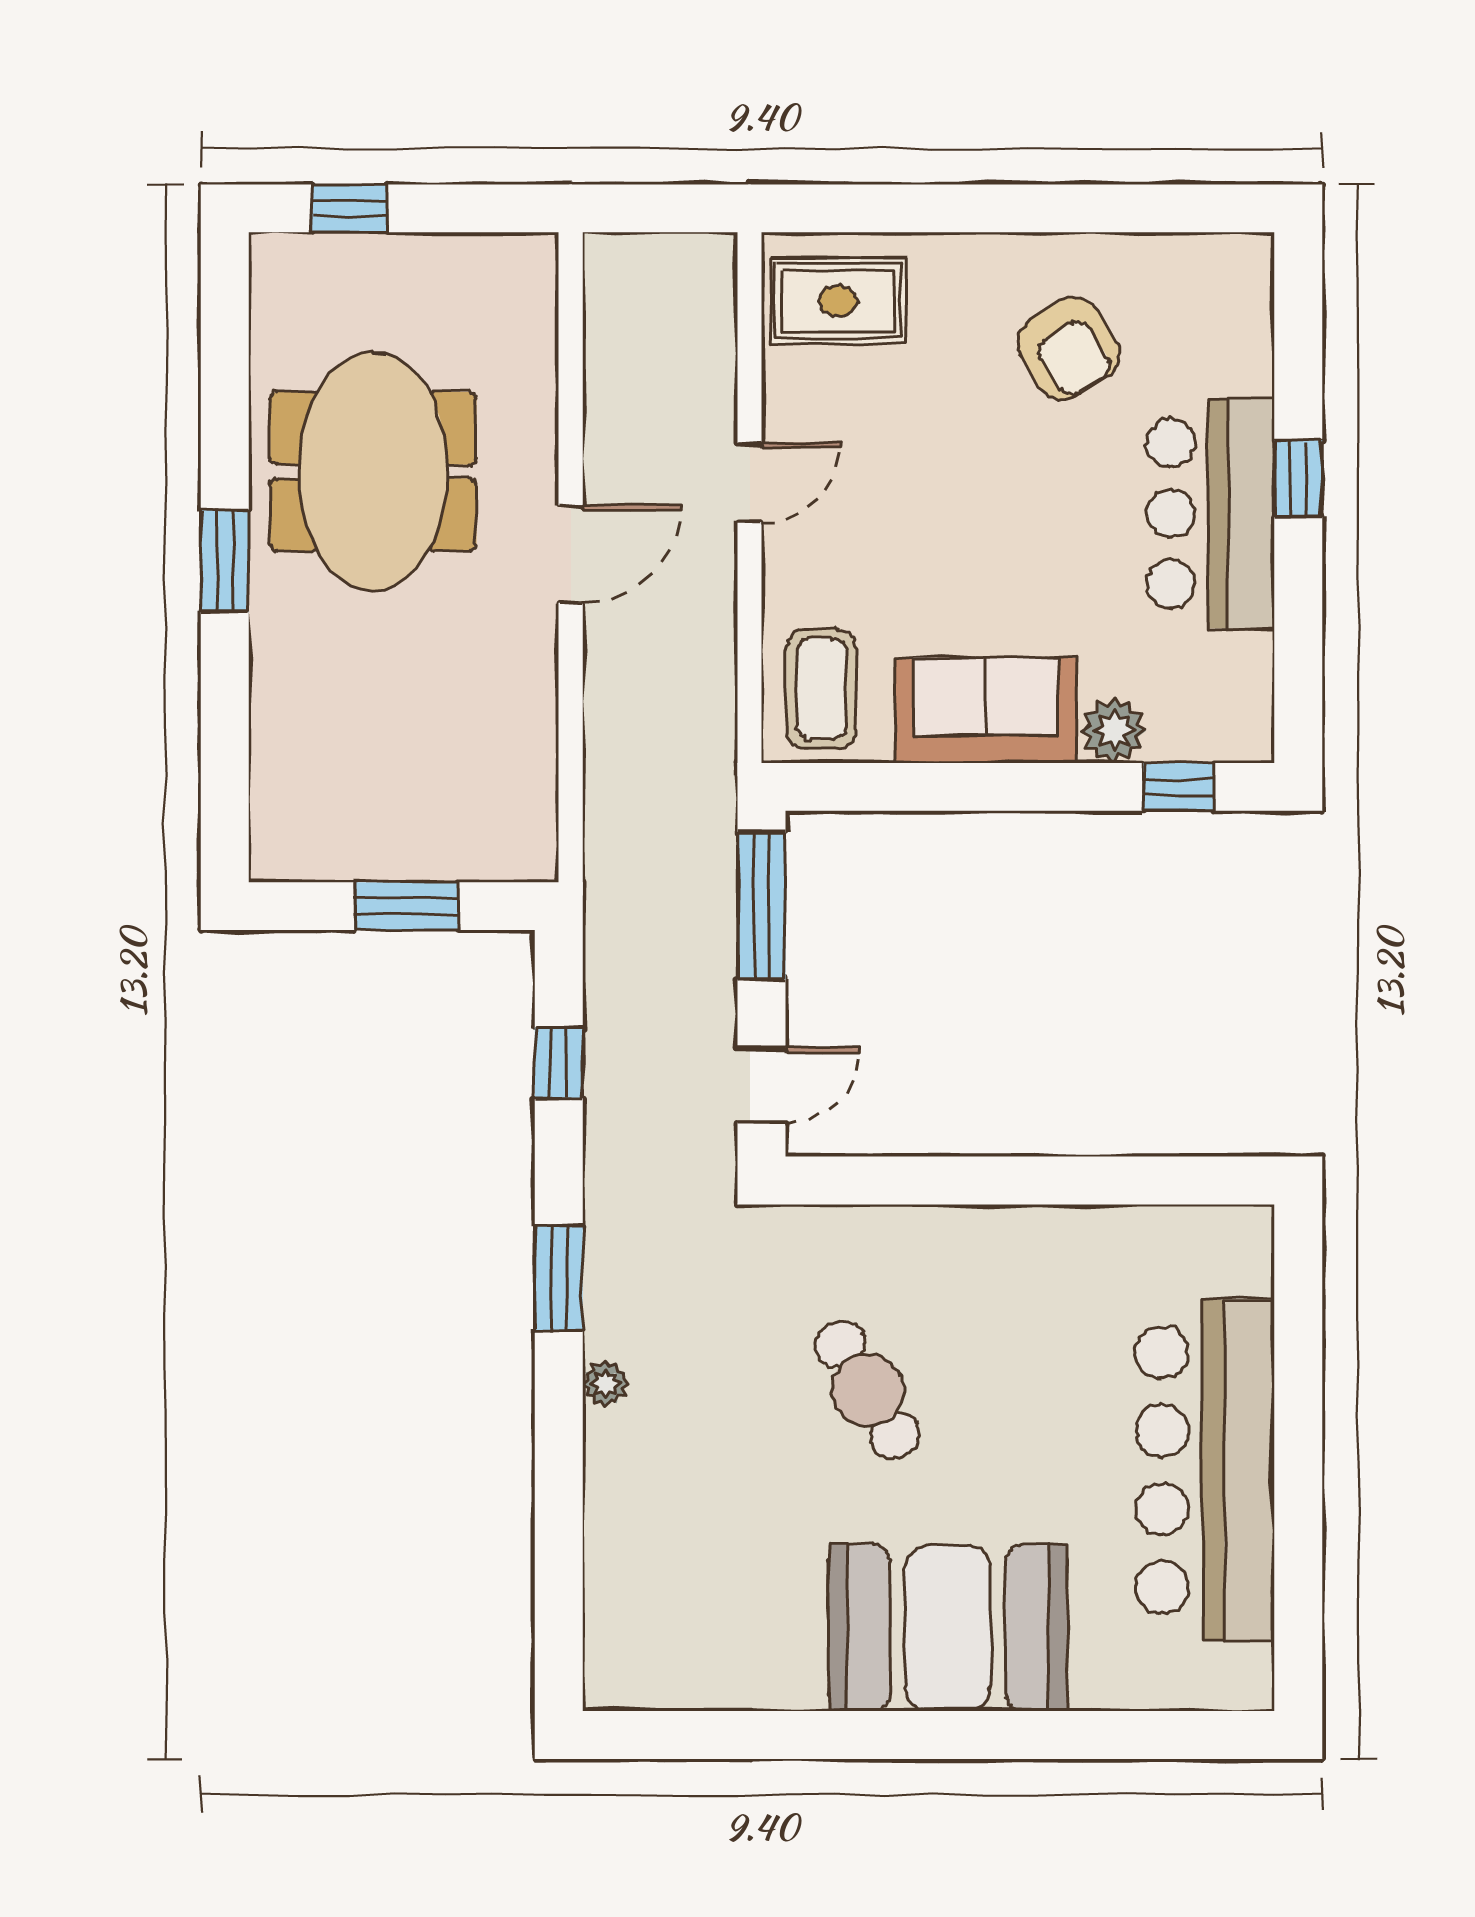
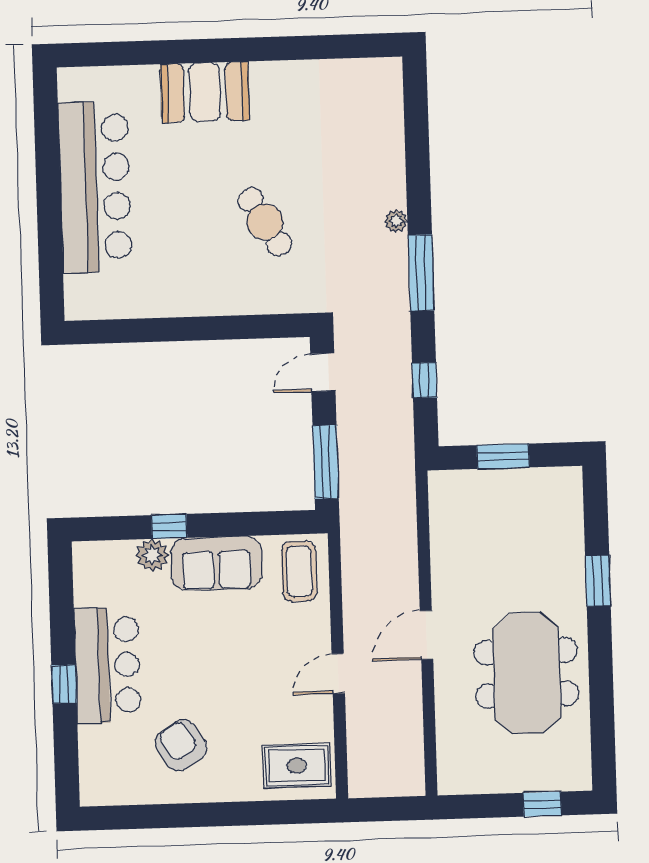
window: (225, 561) -> (598, 581), moved
window: (1179, 787) -> (169, 526), moved
window: (559, 1278) -> (421, 273), width x1.44
booth: (948, 1628) -> (205, 92), width x0.73, depth x0.70

